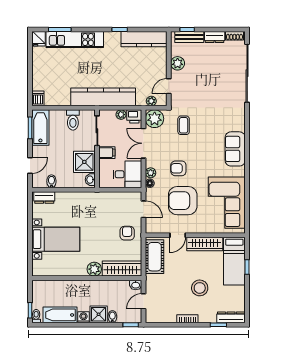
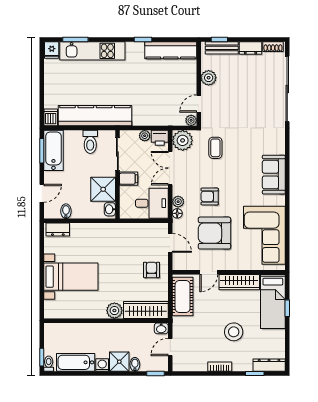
kitchen counter: (103, 97) -> (95, 116), moved
plant: (151, 101) -> (191, 120), moved

